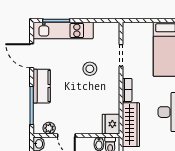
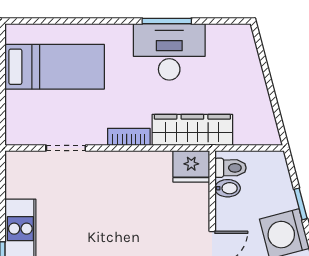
stool: (90, 69) -> (90, 205), removed

